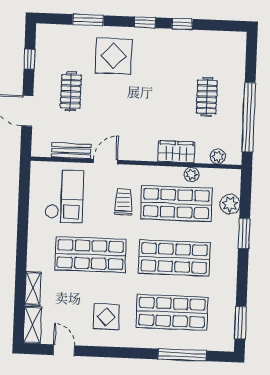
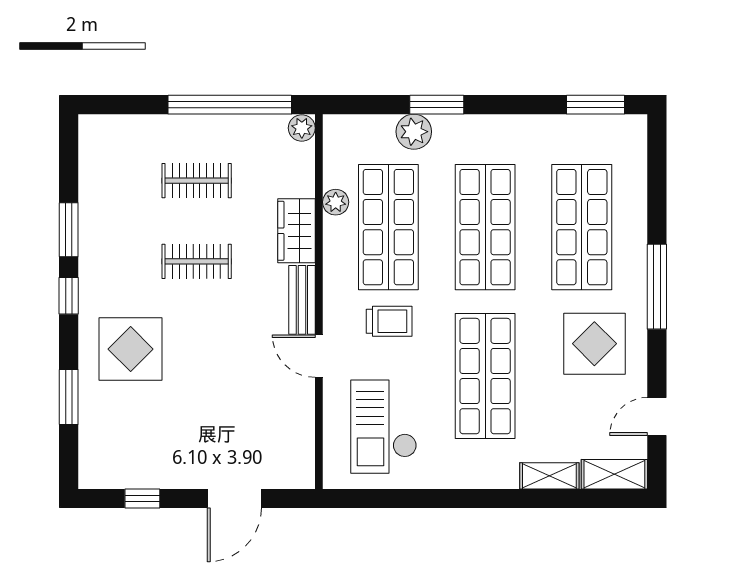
window: (182, 24) -> (69, 230), width x1.50
clothes rail: (71, 91) -> (197, 261), moved
bench: (71, 151) -> (302, 300), moved
plant: (218, 156) -> (302, 128), moved
checkout: (64, 196) -> (384, 427), turned -90
trolley: (123, 202) -> (389, 321), turned 180
plant: (230, 204) -> (414, 132), moved
display table: (106, 317) -> (594, 344), width x1.36, depth x1.36
window: (182, 355) -> (657, 287), moved

